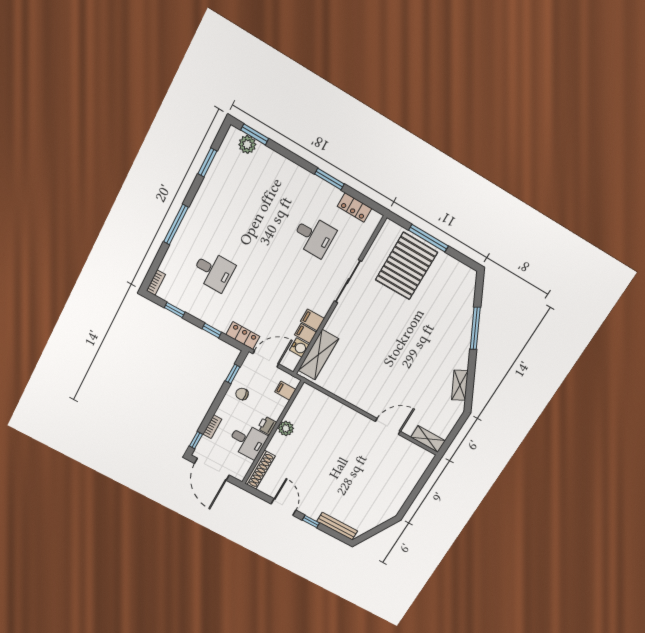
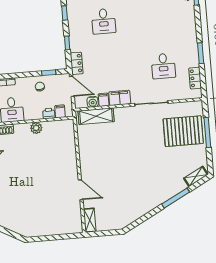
filing cabinet: (312, 320) -> (120, 98), width x2.00
shelving: (460, 385) -> (196, 176), moved
printer: (267, 425) -> (49, 113), moved

